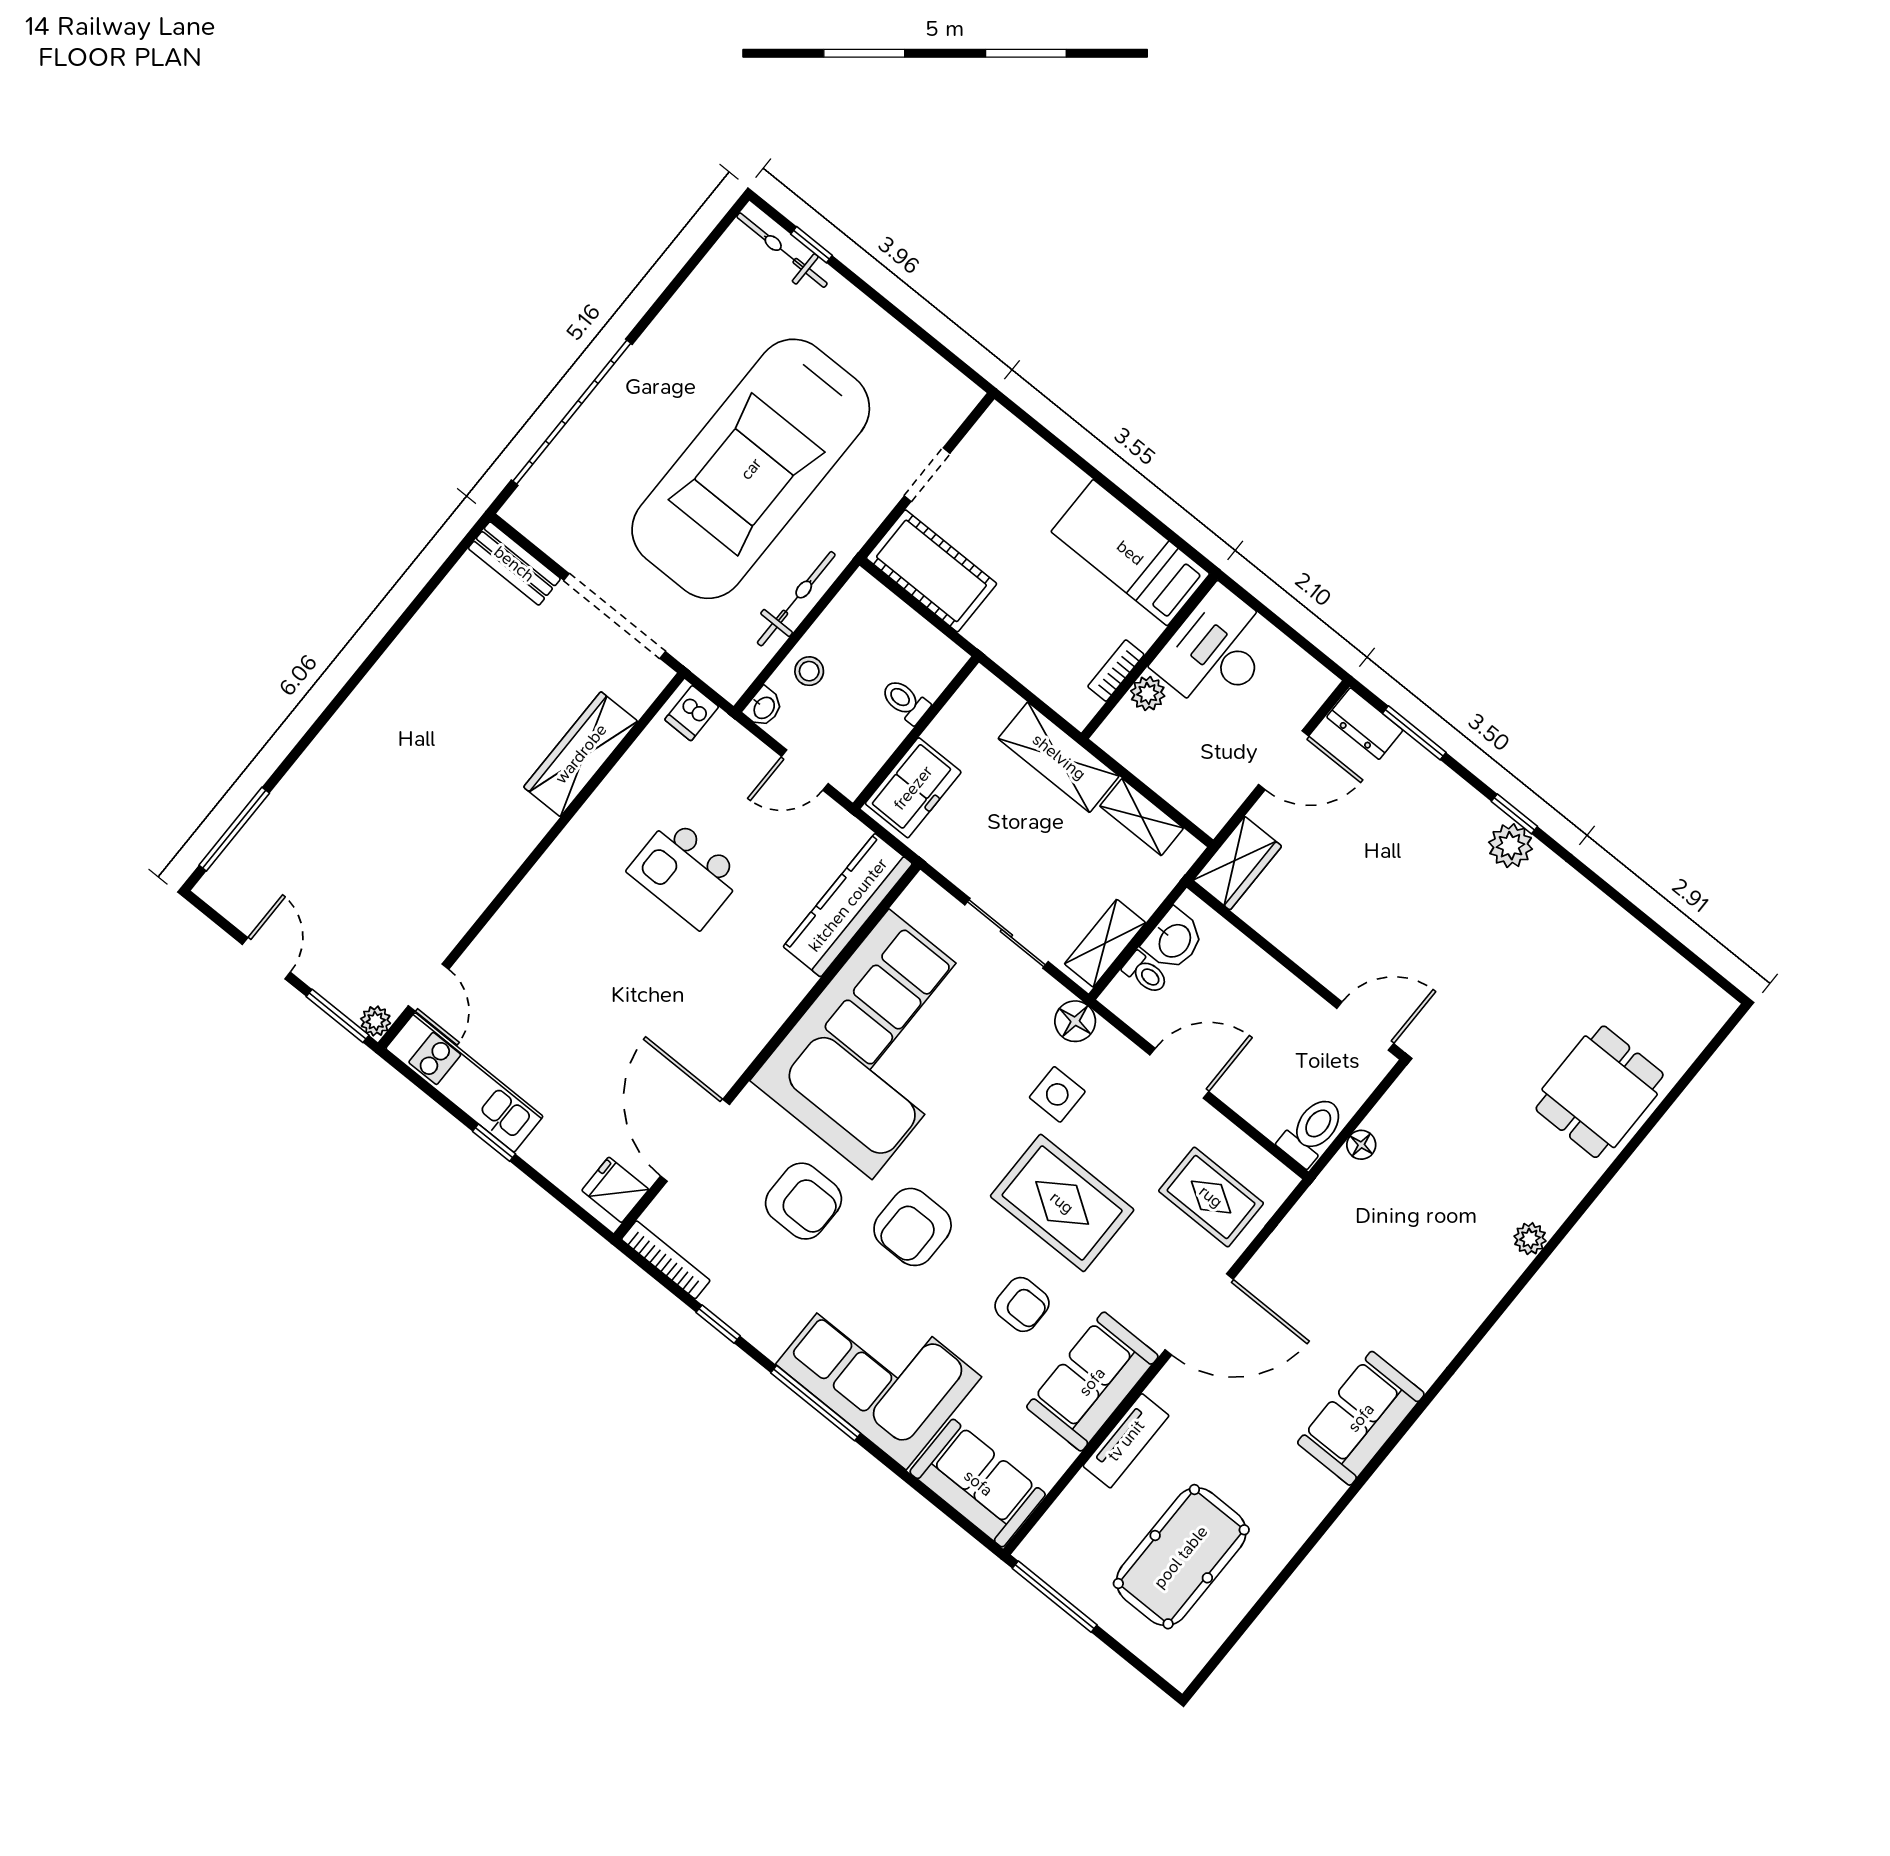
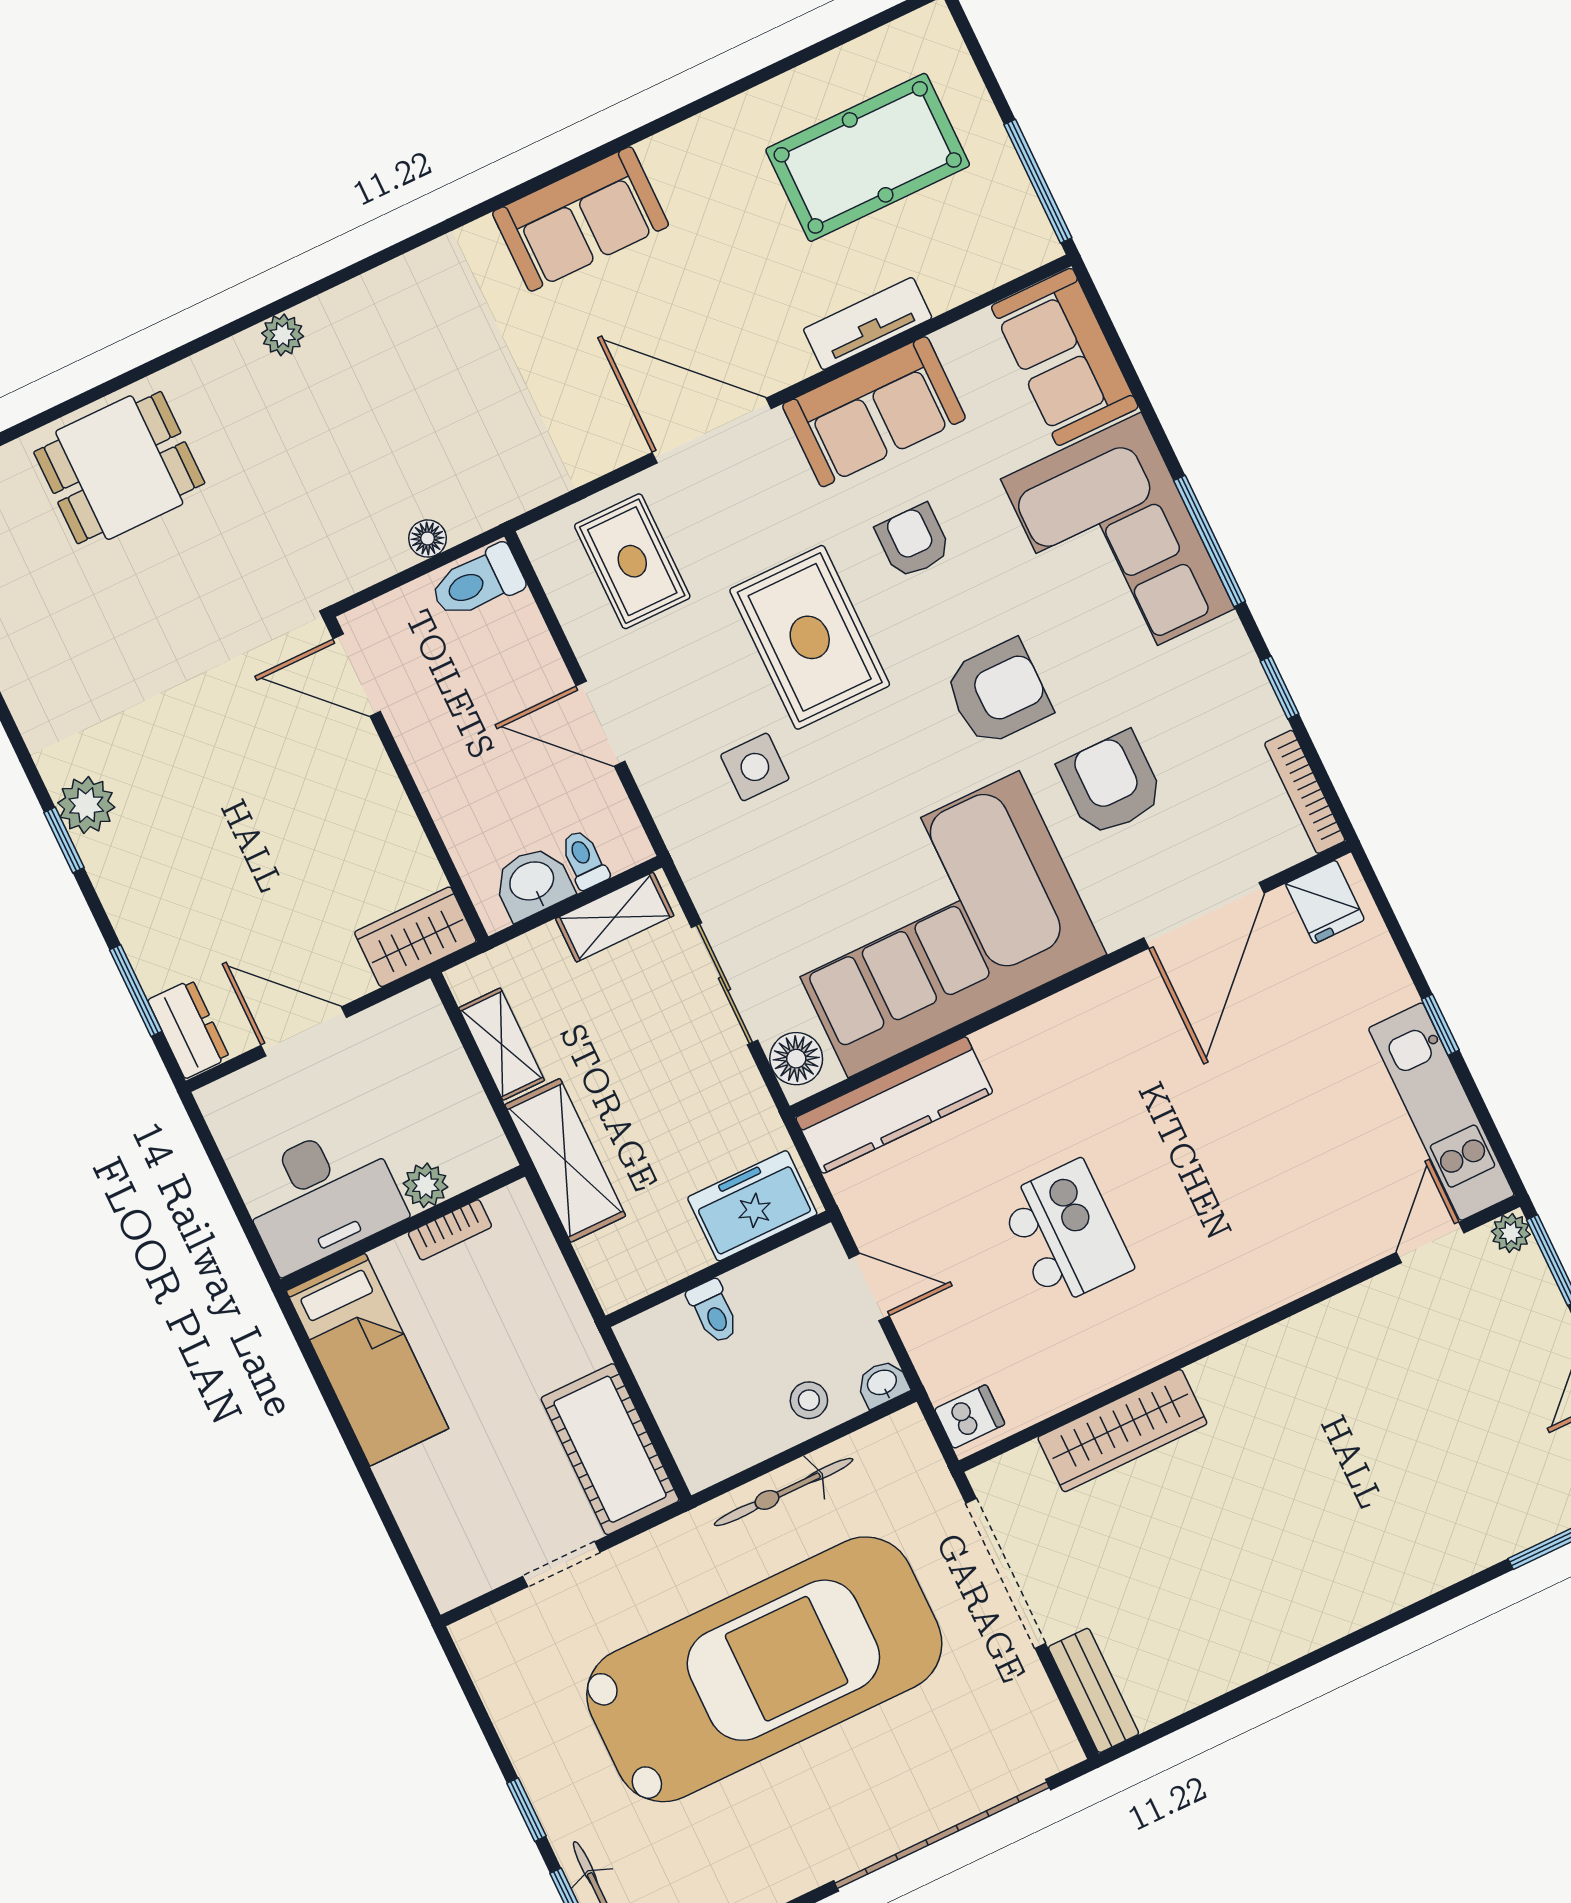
window: (870, 292) -> (527, 1810), added
floor lamp: (1075, 1021) -> (796, 1059), moved

